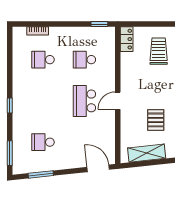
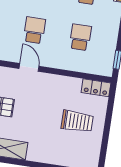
school desk: (84, 101) -> (34, 30), width x0.54

